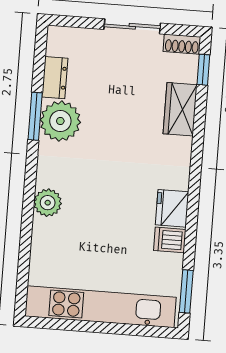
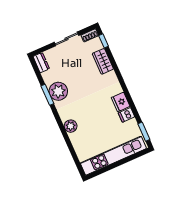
dresser: (55, 78) -> (41, 63), moved

